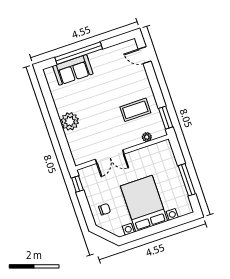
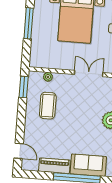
piano: (105, 56) -> (54, 166), added
coffee table: (135, 110) -> (48, 106), turned 90

